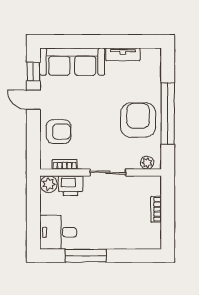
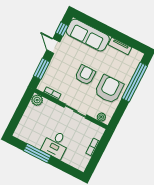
window: (168, 114) -> (135, 82), moved
armchair: (59, 132) -> (85, 75), moved, turned -90
window: (33, 139) -> (42, 69), added
printer: (70, 186) -> (49, 108), removed
desk: (58, 232) -> (56, 144), moved, turned -90

